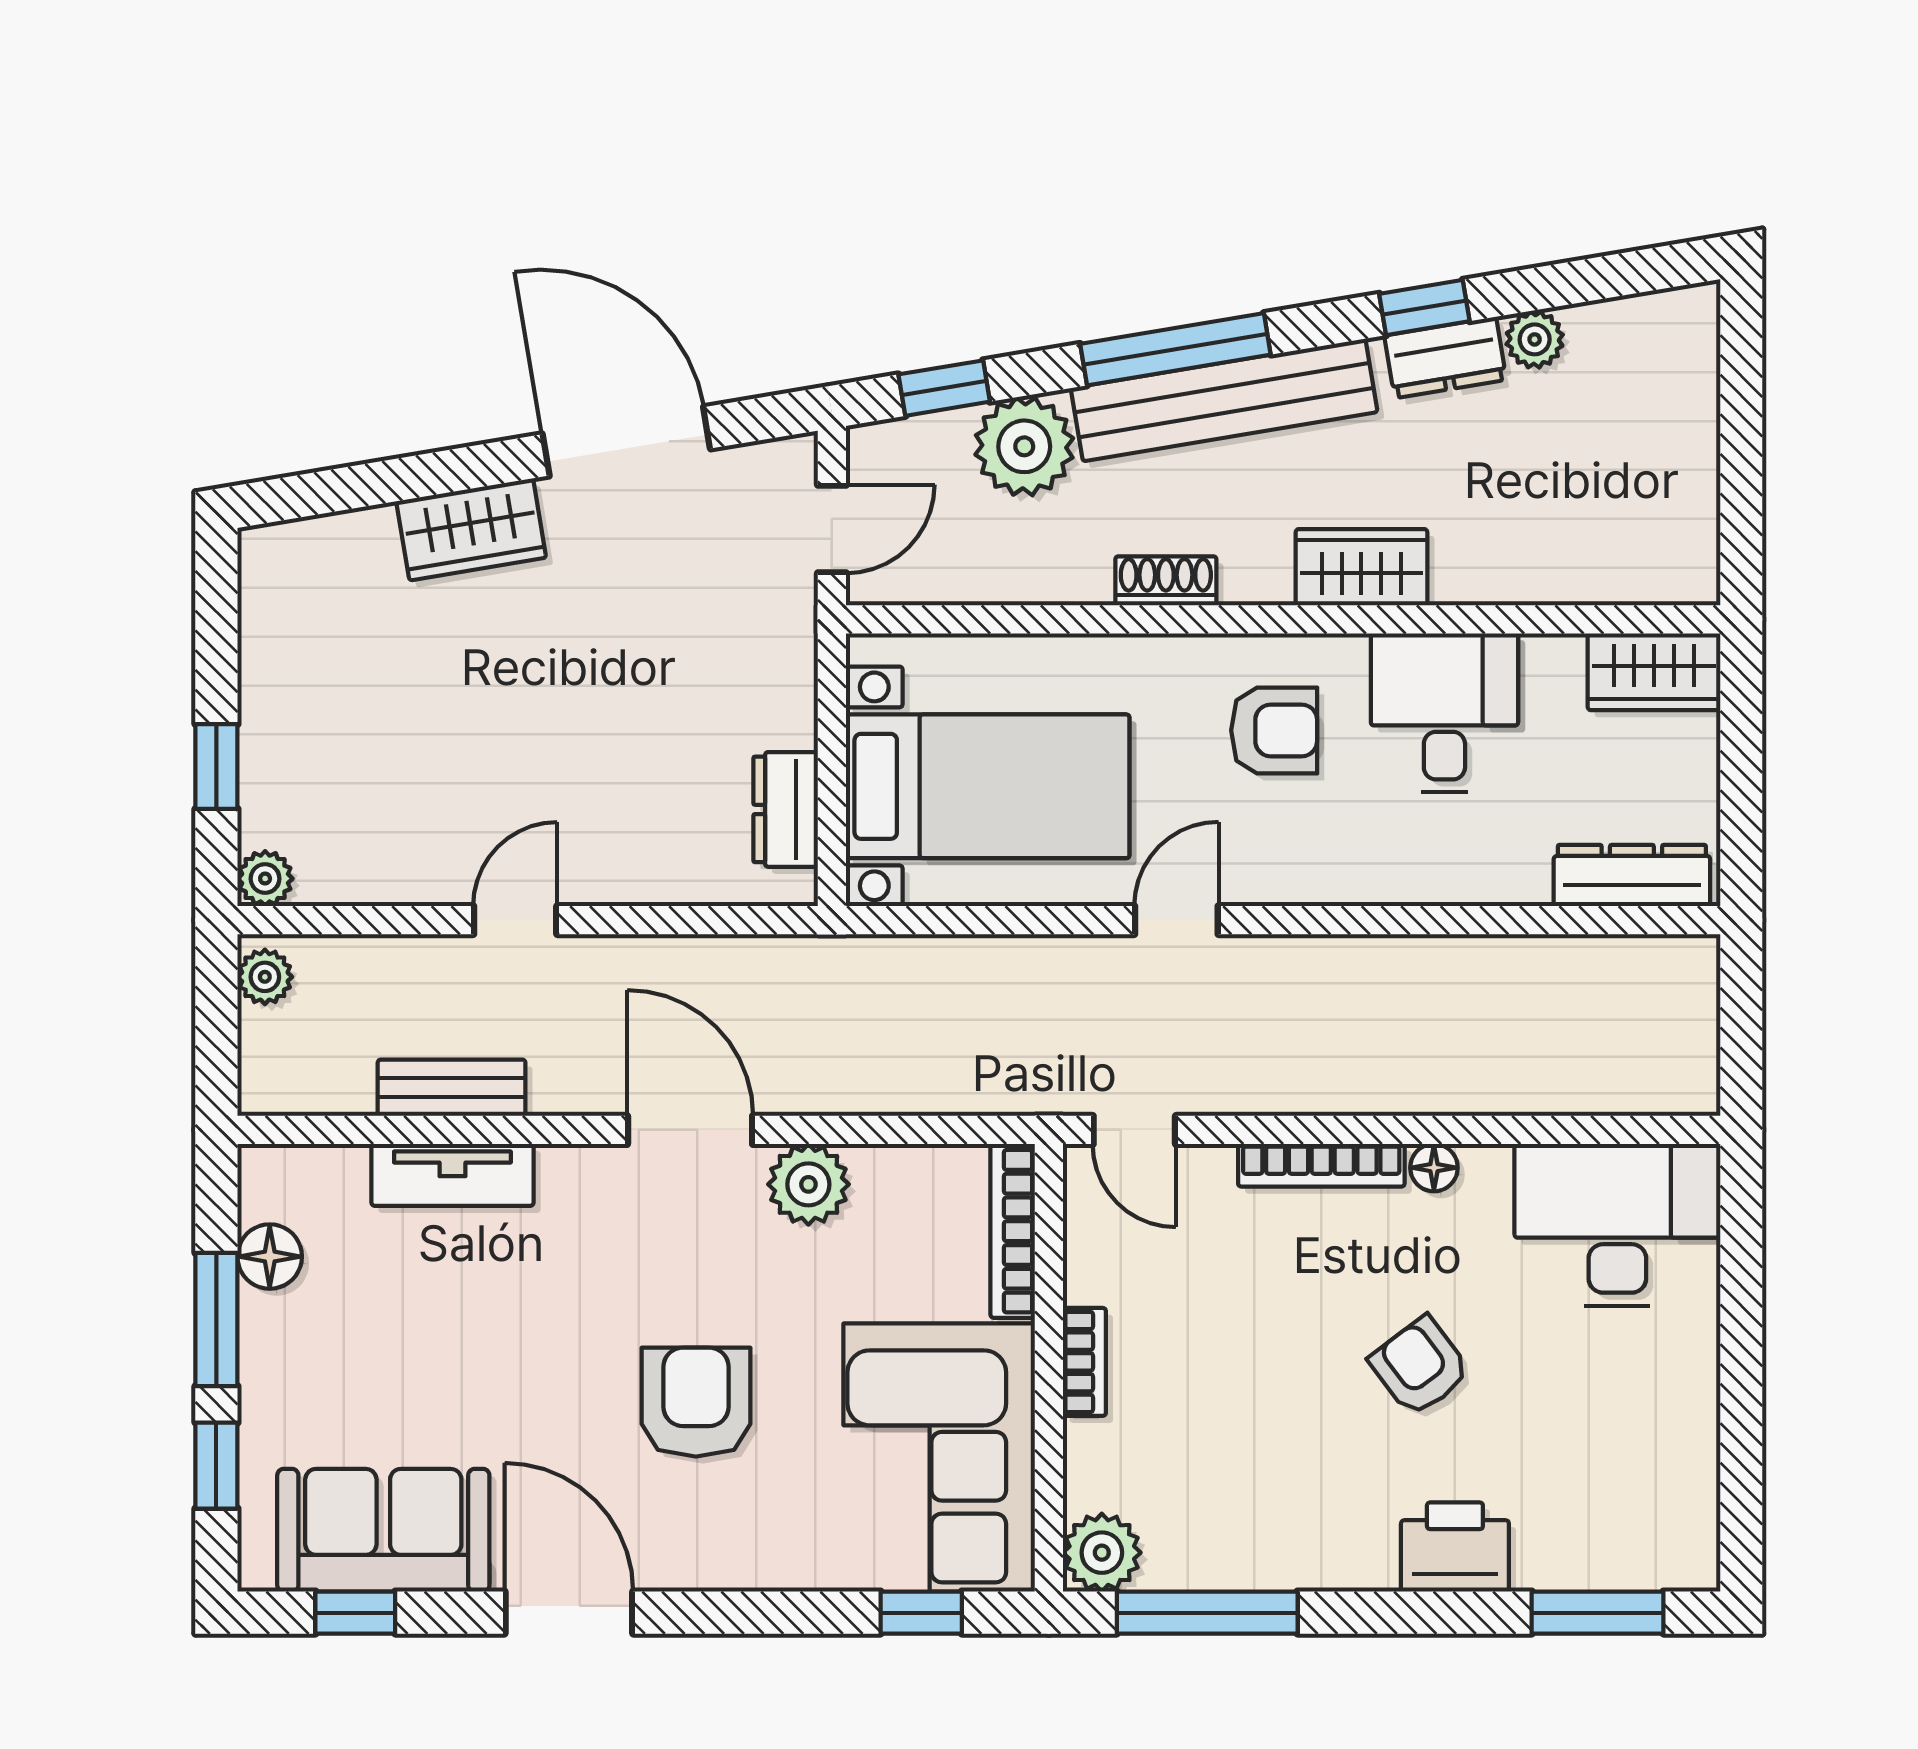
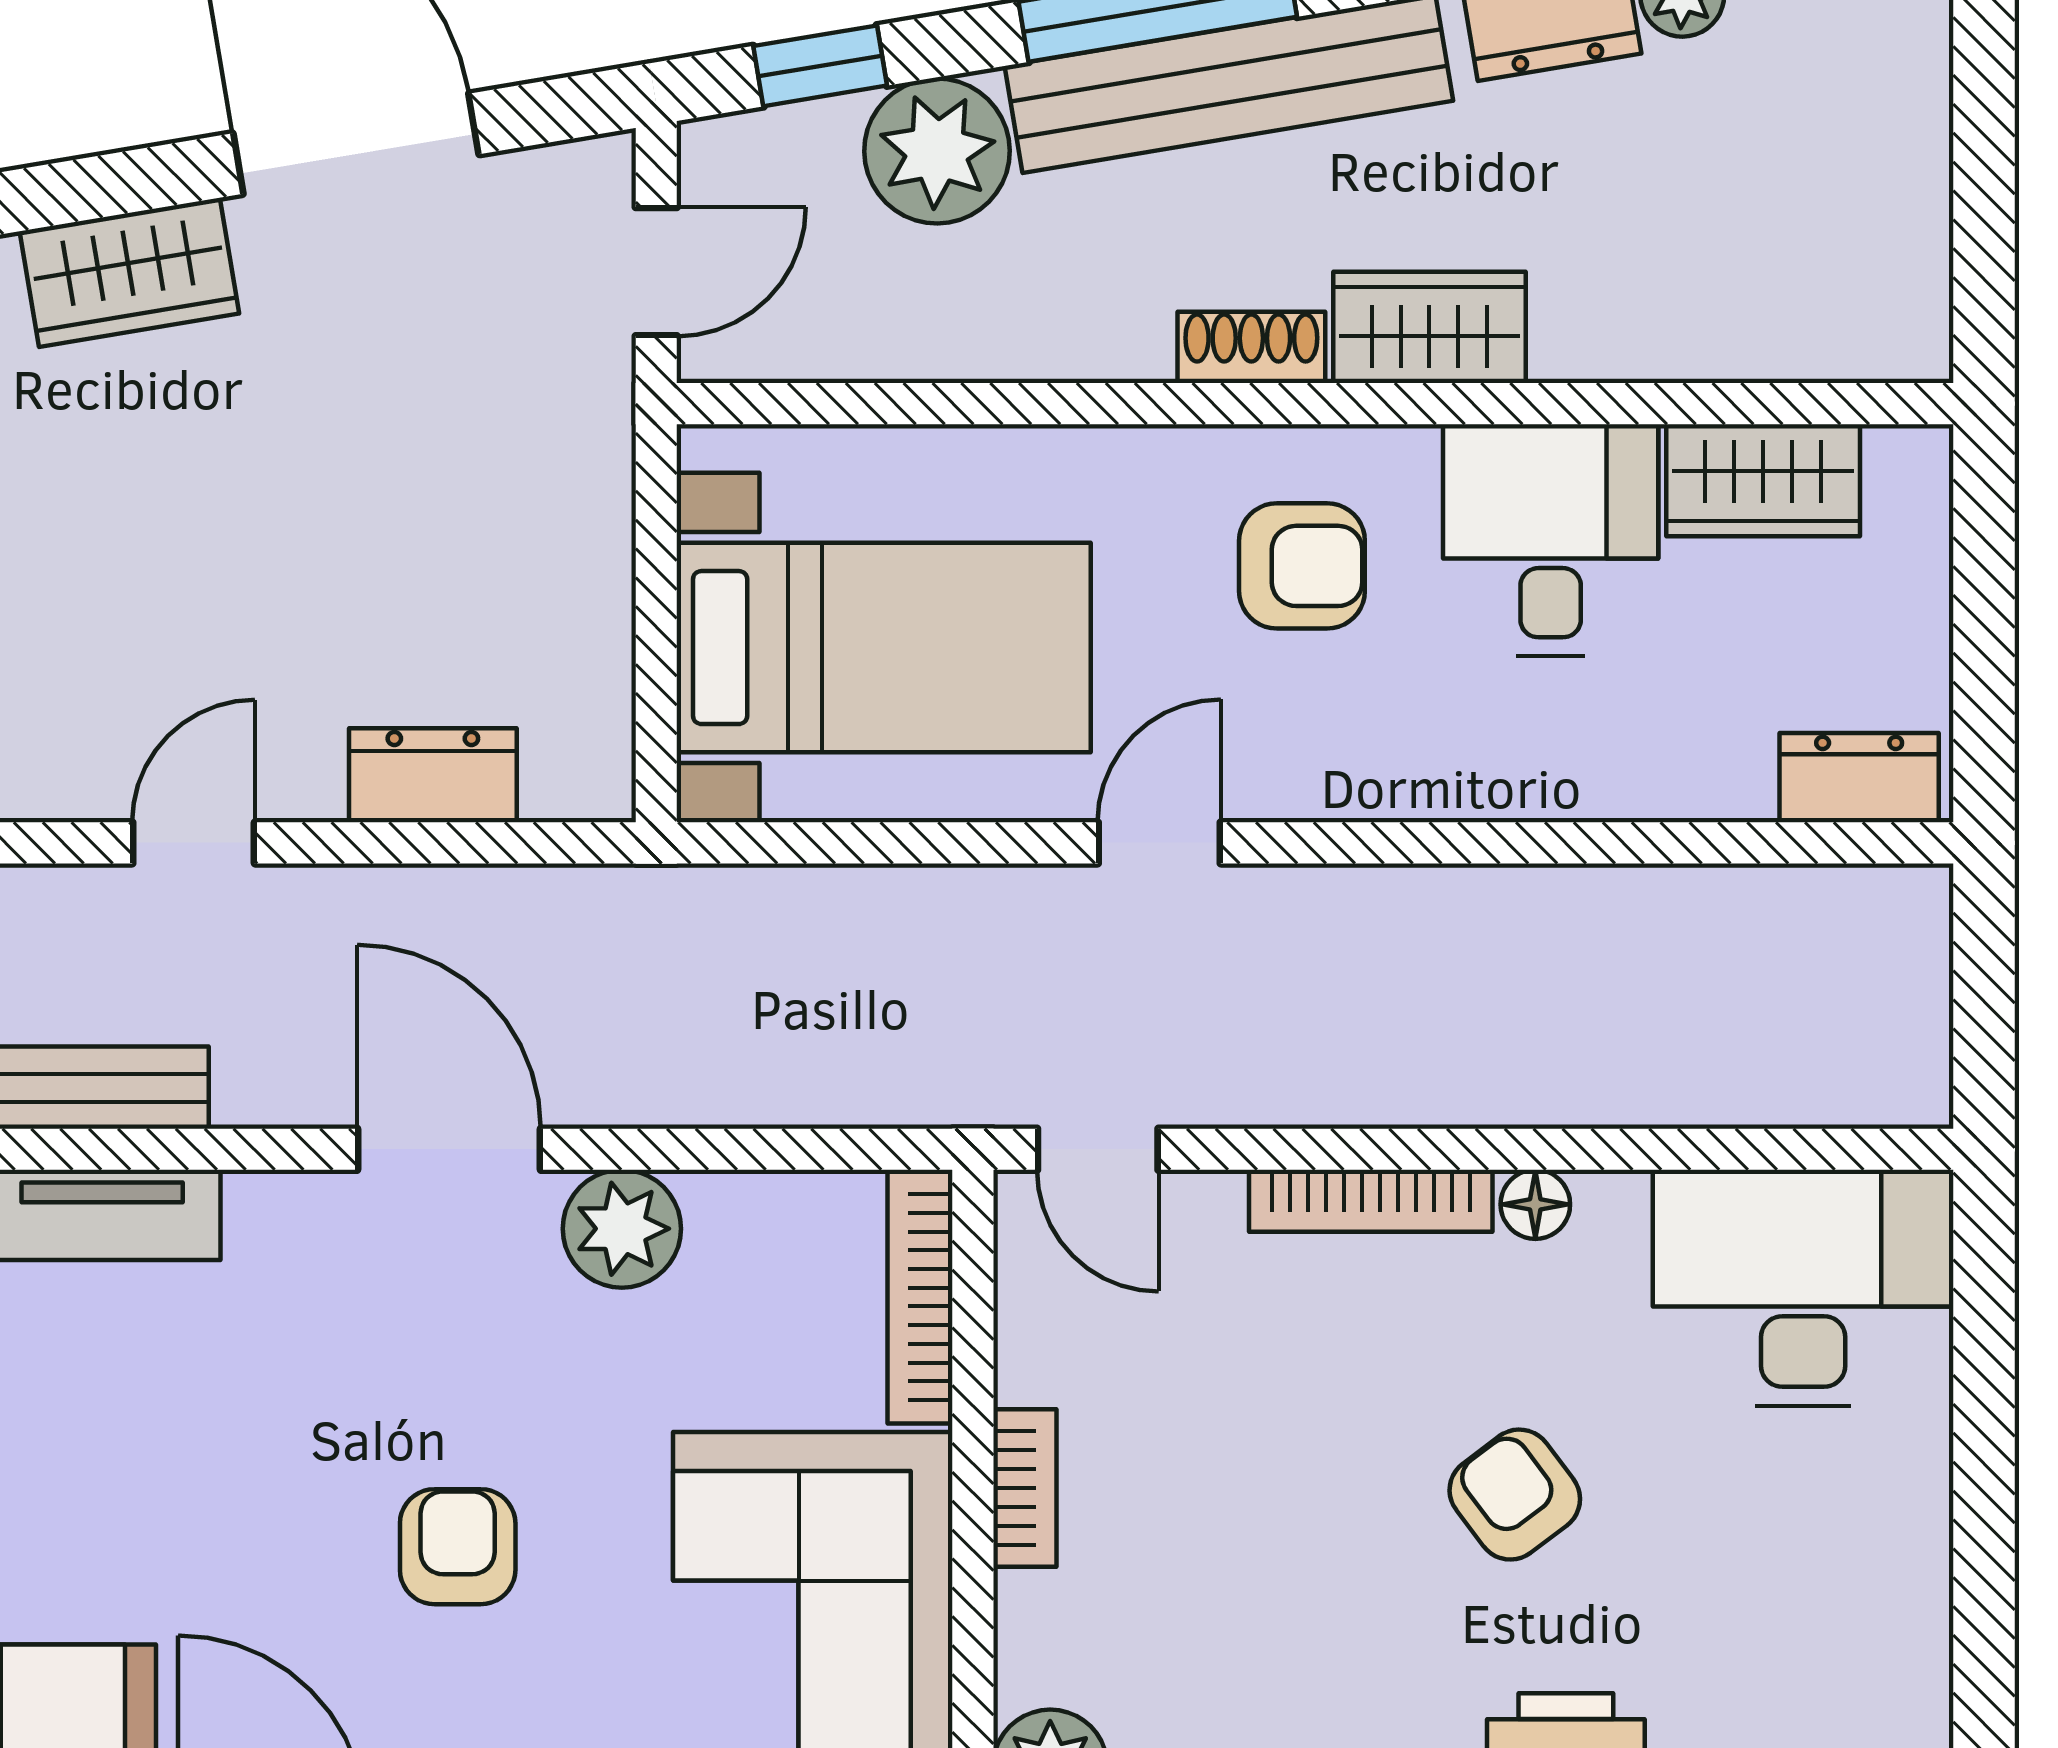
shoe rack: (1166, 581) -> (1251, 347), moved
wardrobe: (1654, 672) -> (1763, 480), moved
dresser: (786, 809) -> (433, 775), moved, turned 90
dresser: (1632, 876) -> (1859, 778), width x0.70
armchair: (696, 1402) -> (458, 1547), width x0.72, depth x0.72

